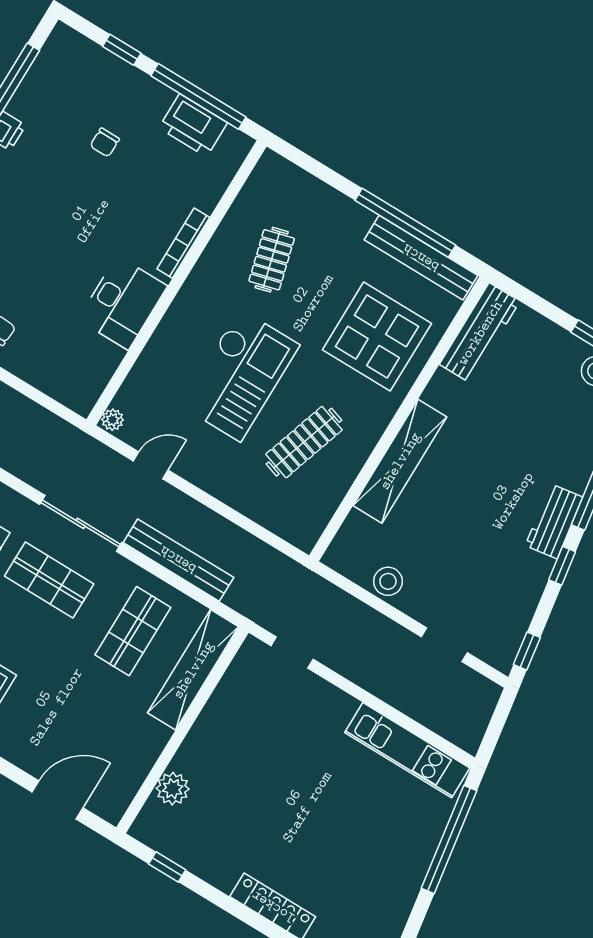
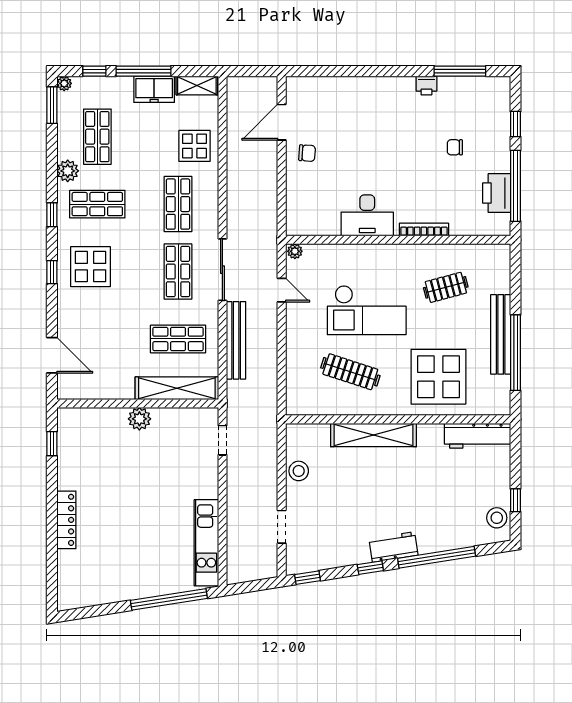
bench: (421, 258) -> (501, 334), moved
plant: (173, 789) -> (139, 419), moved

